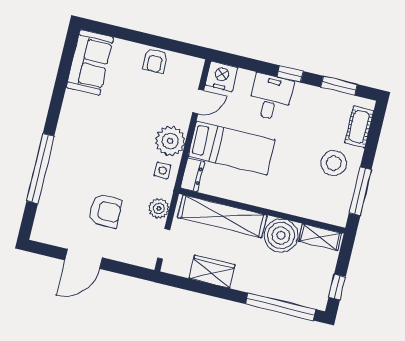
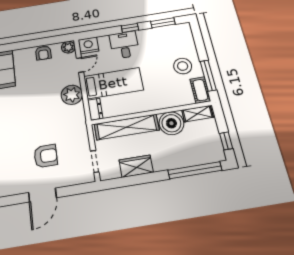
cot: (359, 127) -> (200, 90), moved
side table: (163, 170) -> (74, 115), removed
plant: (159, 208) -> (68, 47), moved

